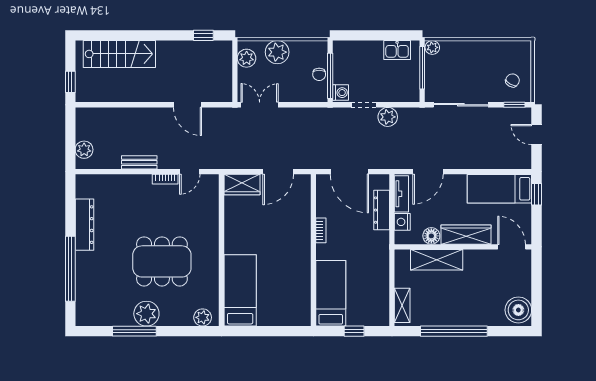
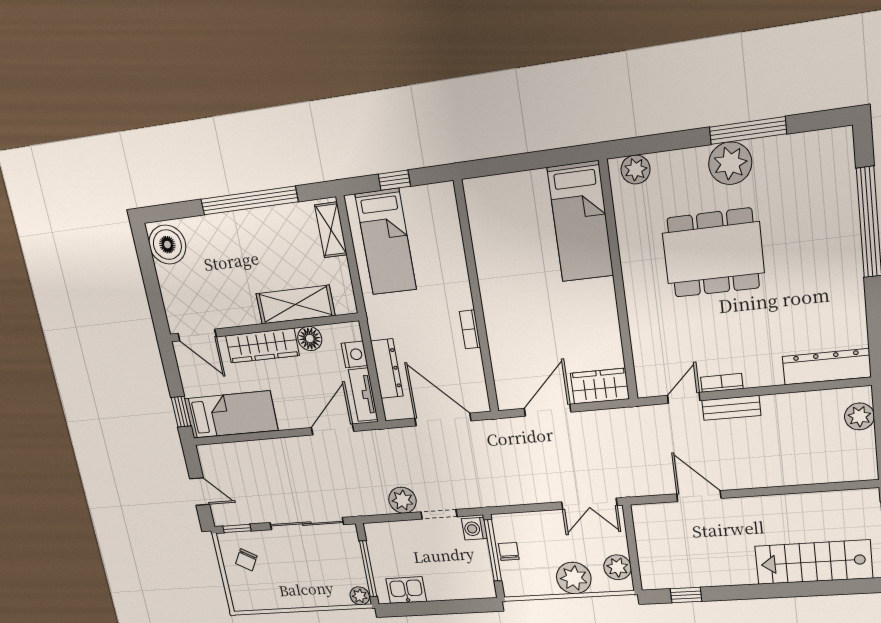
bench: (139, 162) -> (731, 408), moved
dresser: (84, 225) -> (827, 367), moved, turned 90
bed: (331, 293) -> (386, 242), moved

